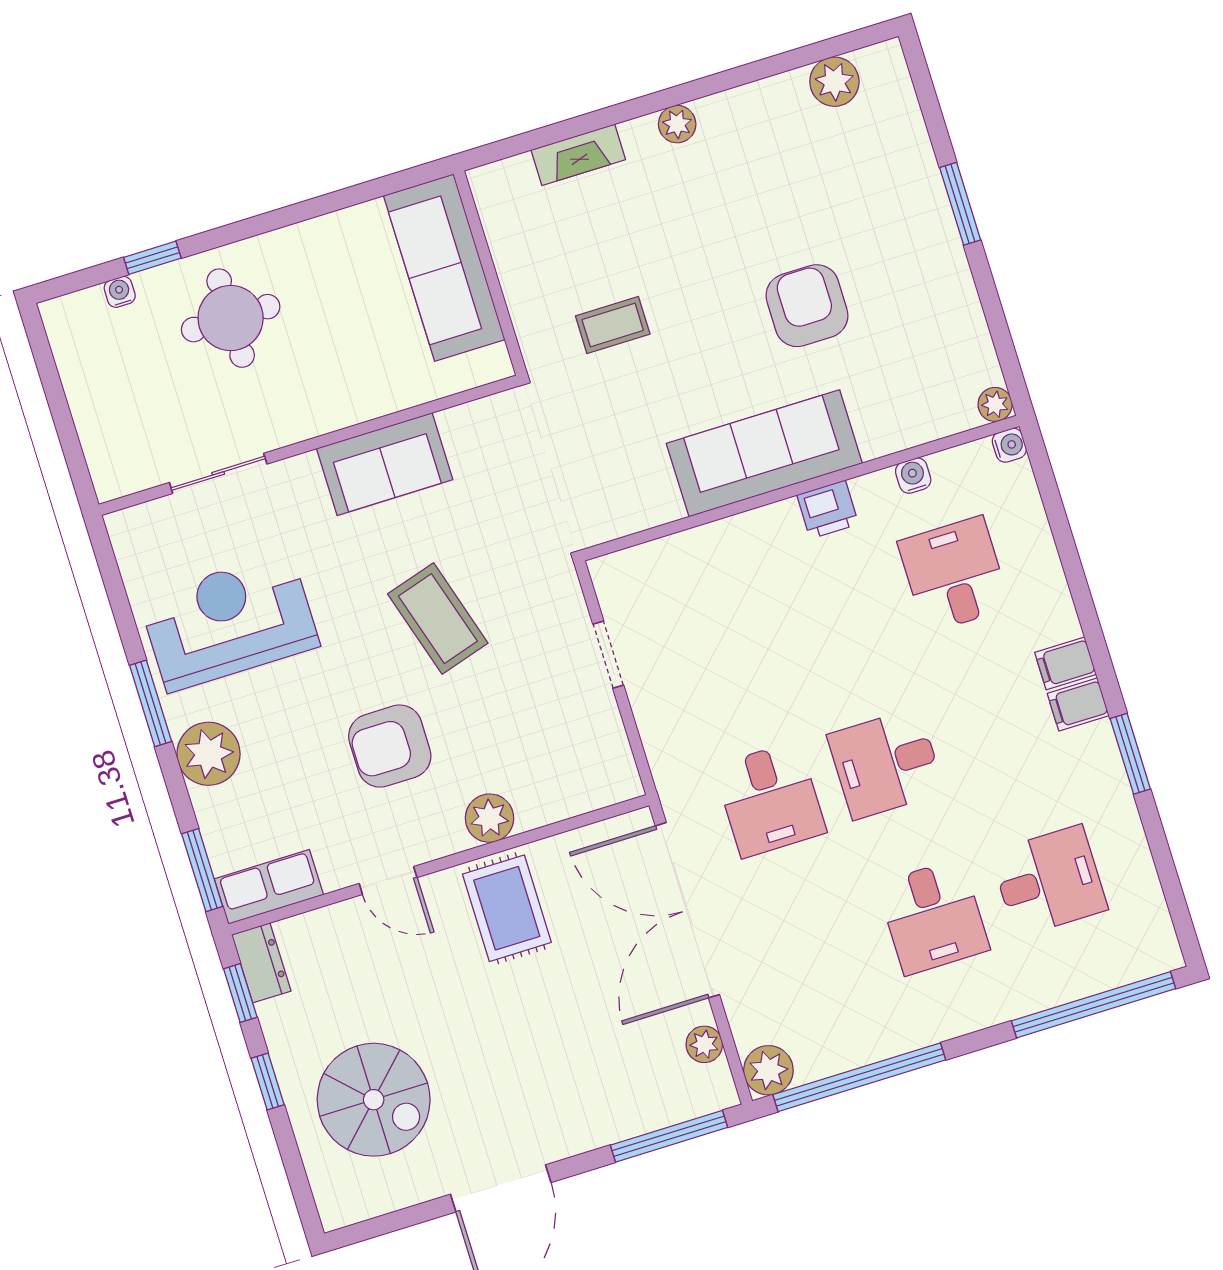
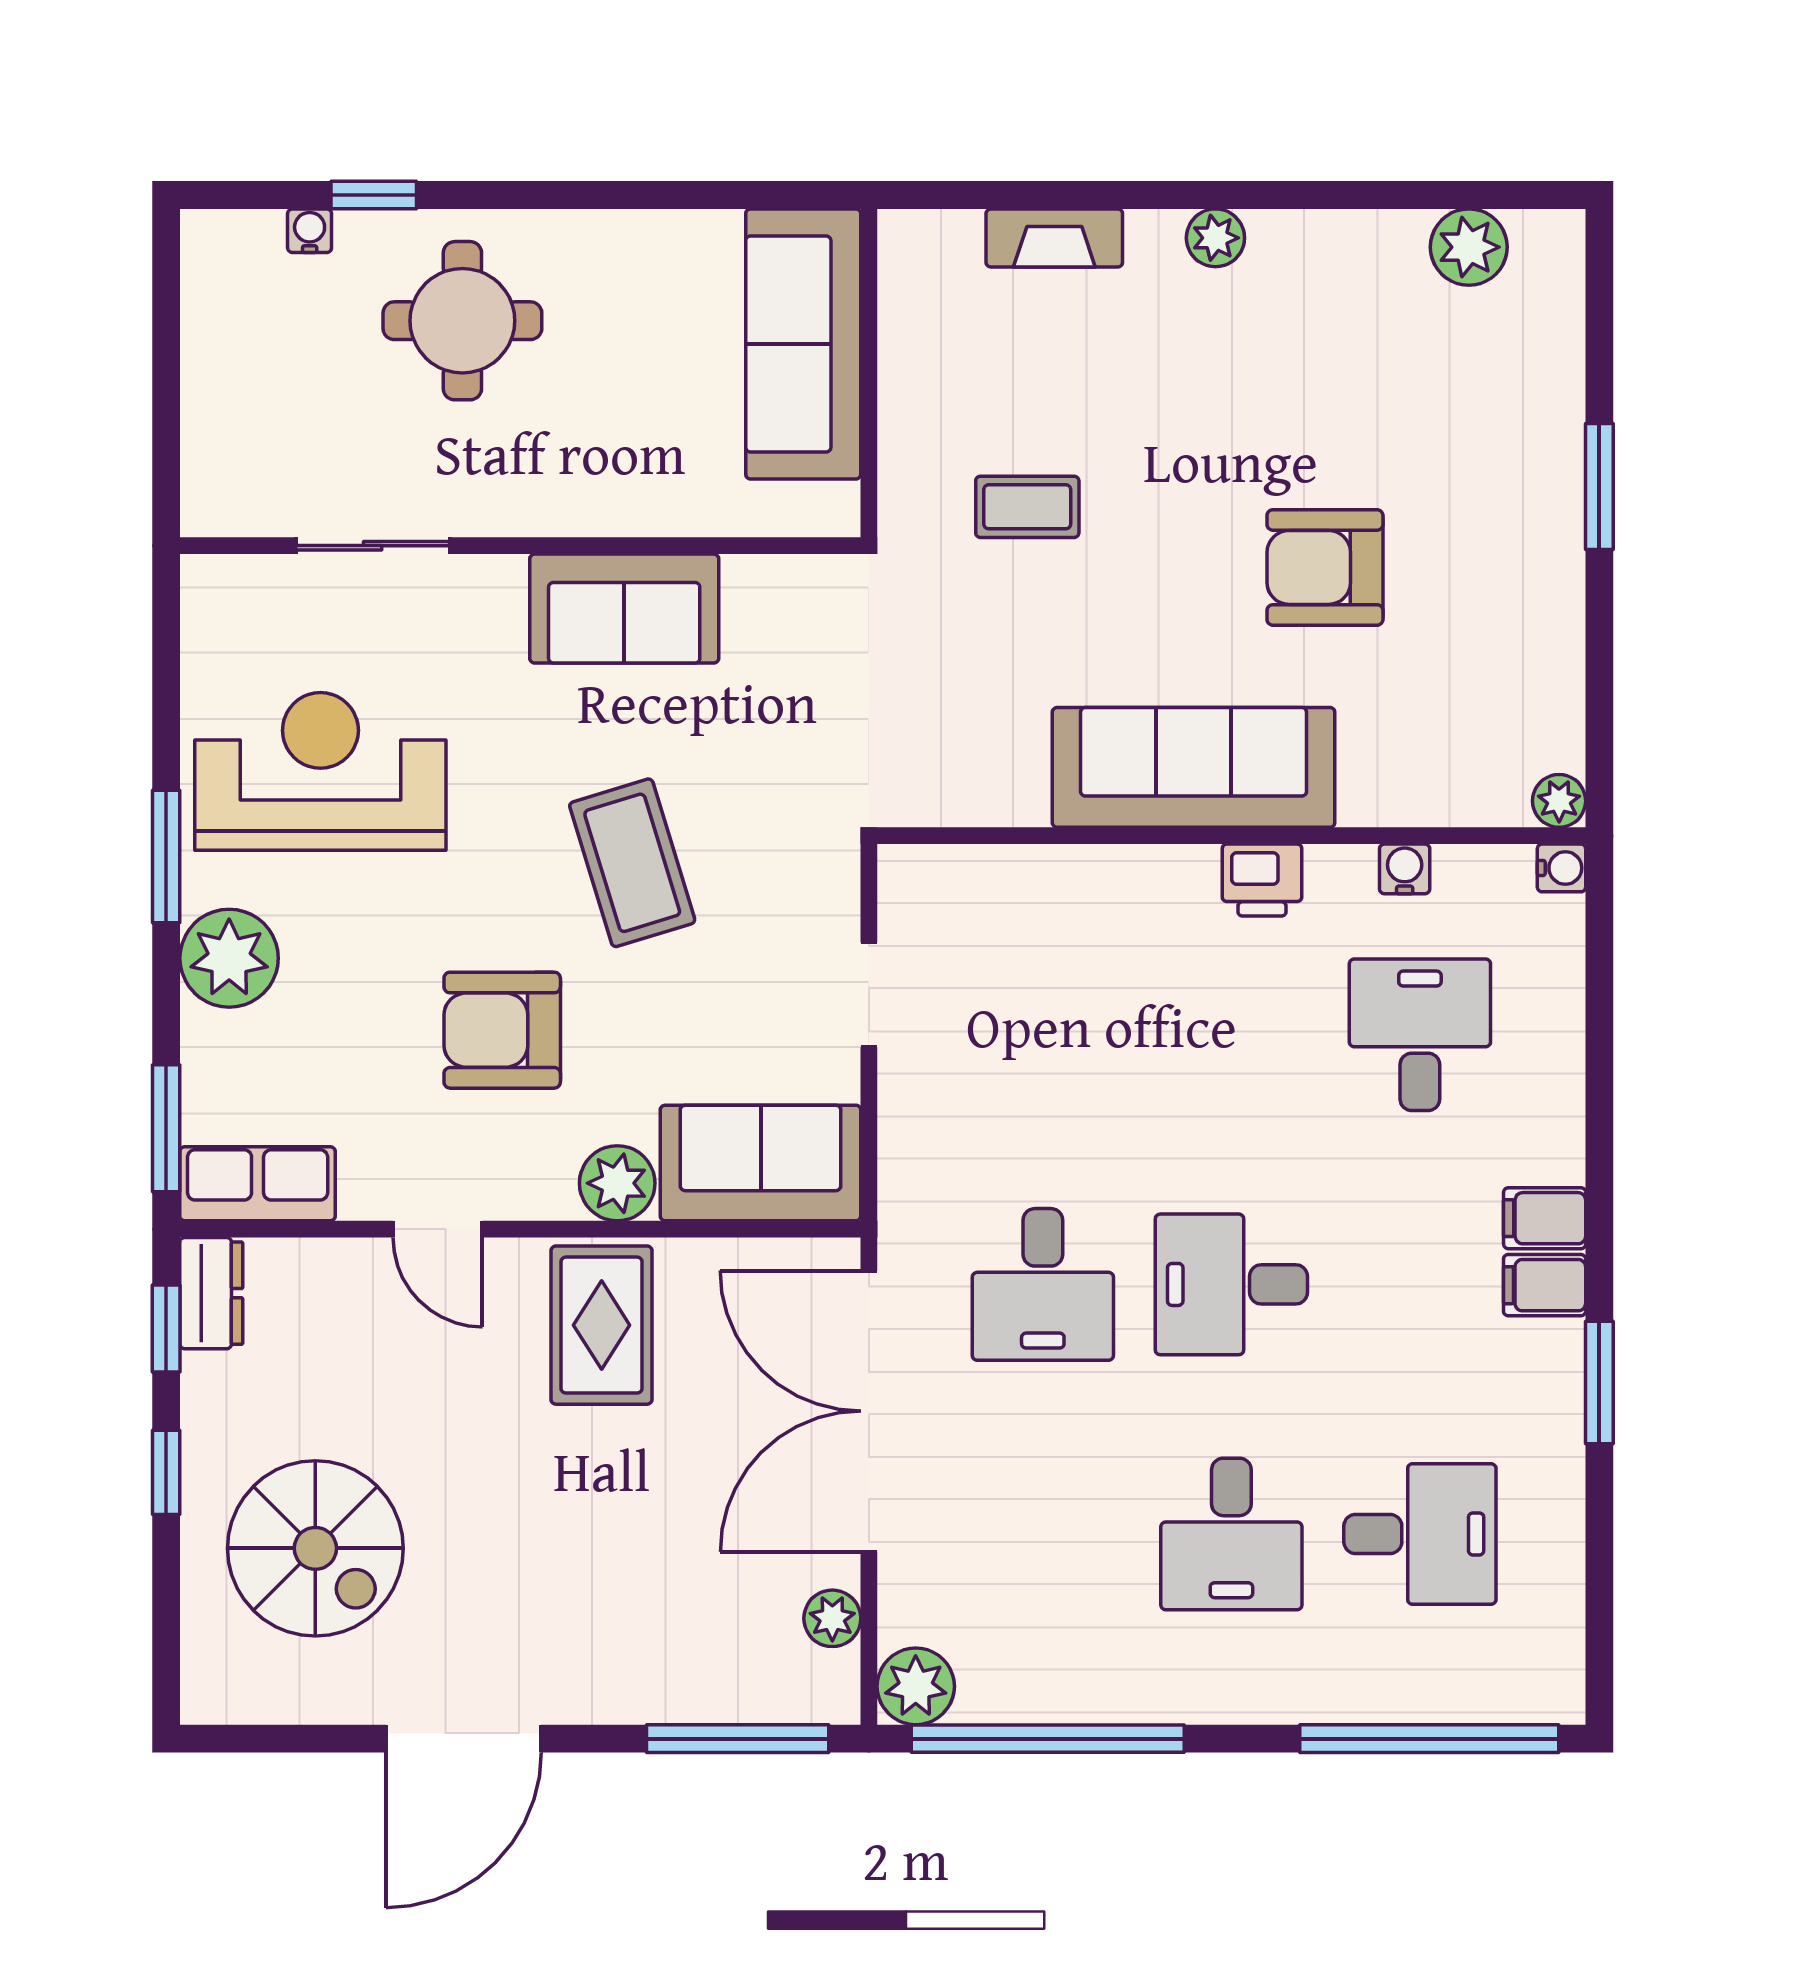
armchair: (807, 306) -> (1325, 567), turned -90
sofa: (574, 778) -> (761, 1163), added

